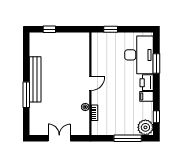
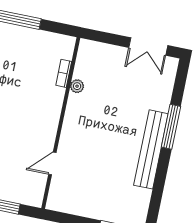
door: (90, 84) -> (52, 163), moved
double door: (59, 138) -> (148, 47), moved

